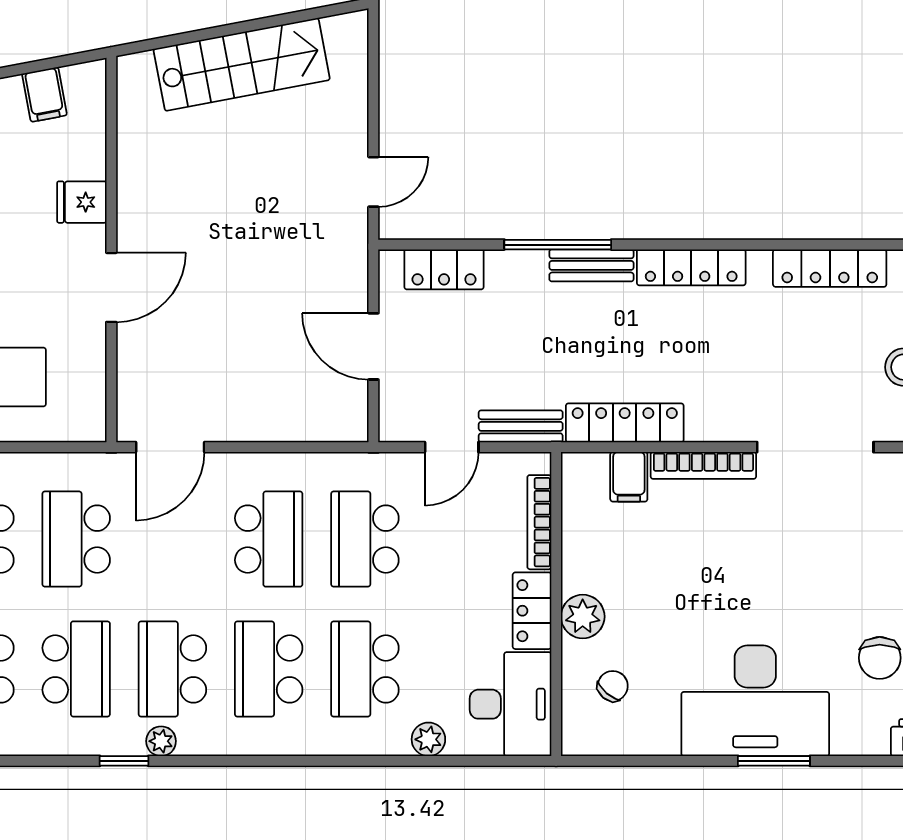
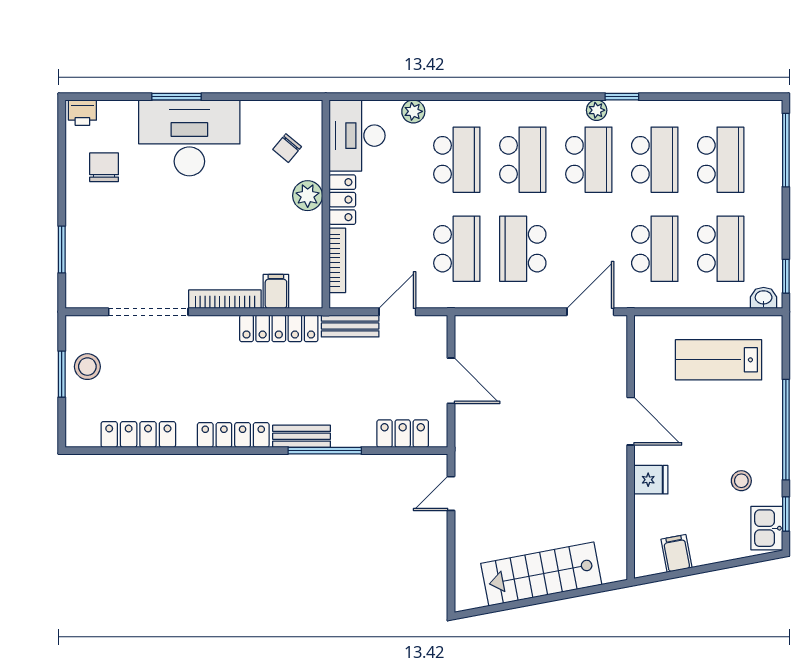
door: (111, 287) -> (631, 421), swing flipped
school desk: (76, 669) -> (655, 160), turned 180

